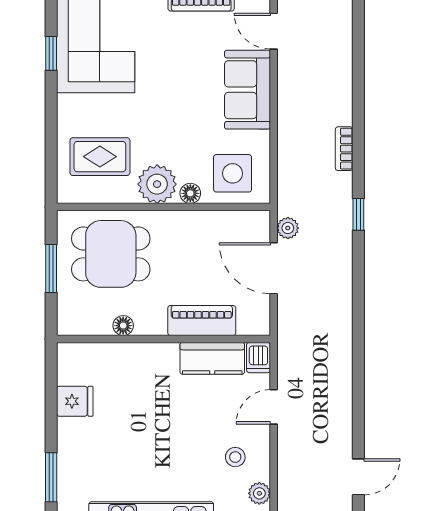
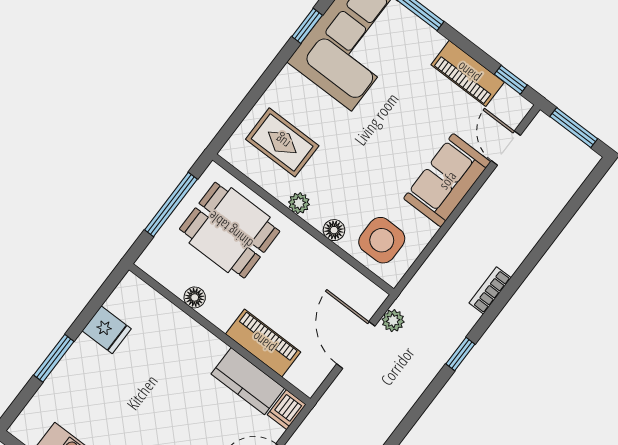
plant: (157, 184) -> (299, 203), width x0.53, depth x0.53
window: (51, 269) -> (171, 205), width x1.44
window: (51, 477) -> (54, 358), moved

